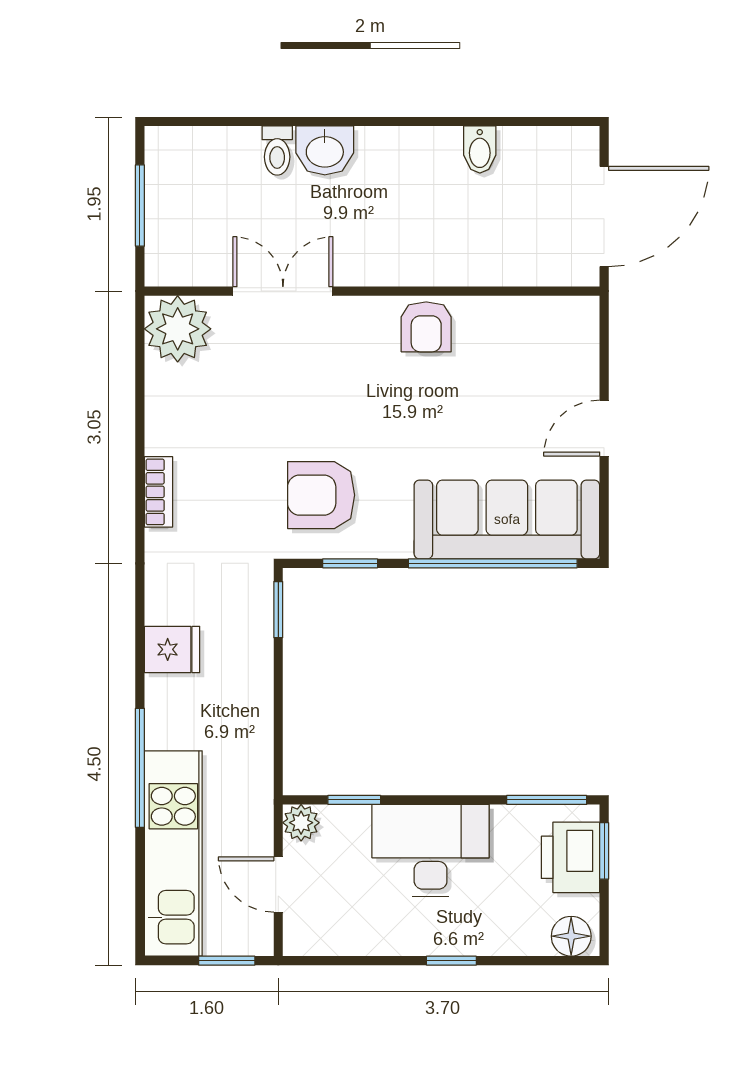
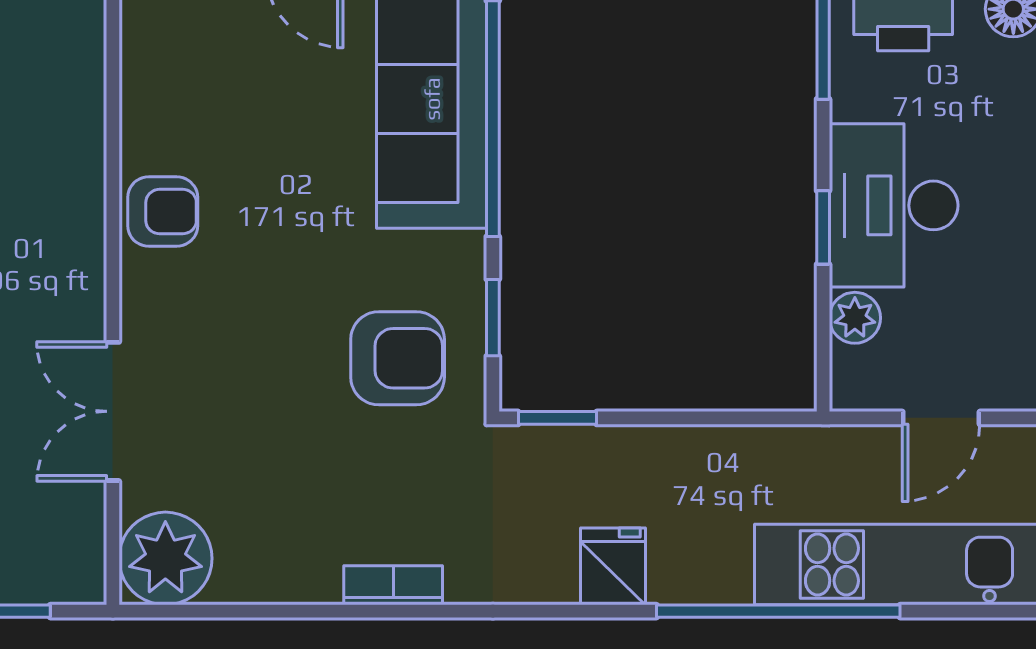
armchair: (321, 495) -> (398, 358), turned -90
window: (140, 768) -> (778, 611), width x1.46
window: (354, 800) -> (823, 227), moved
plant: (301, 823) -> (855, 318), moved

